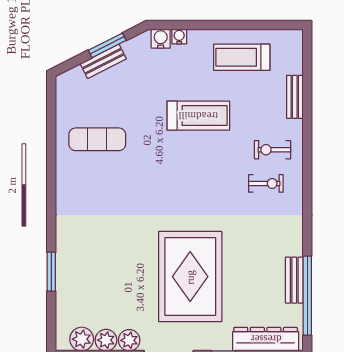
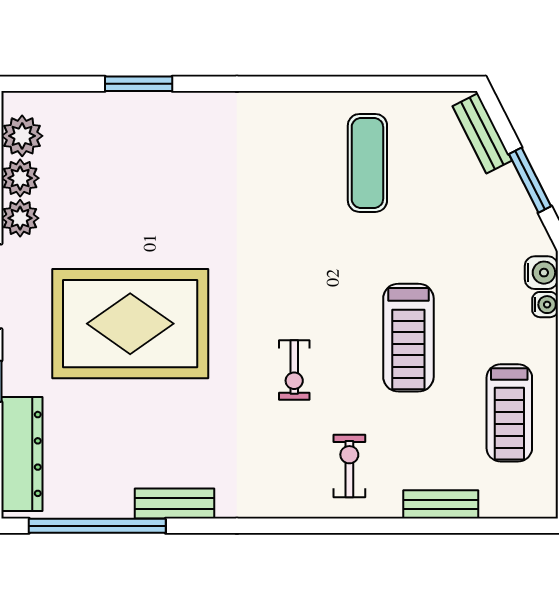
treadmill: (242, 57) -> (509, 413), turned 180
bench: (103, 61) -> (482, 133), moved
exercise bike: (266, 183) -> (294, 370), moved
bench: (294, 280) -> (175, 504), moved

